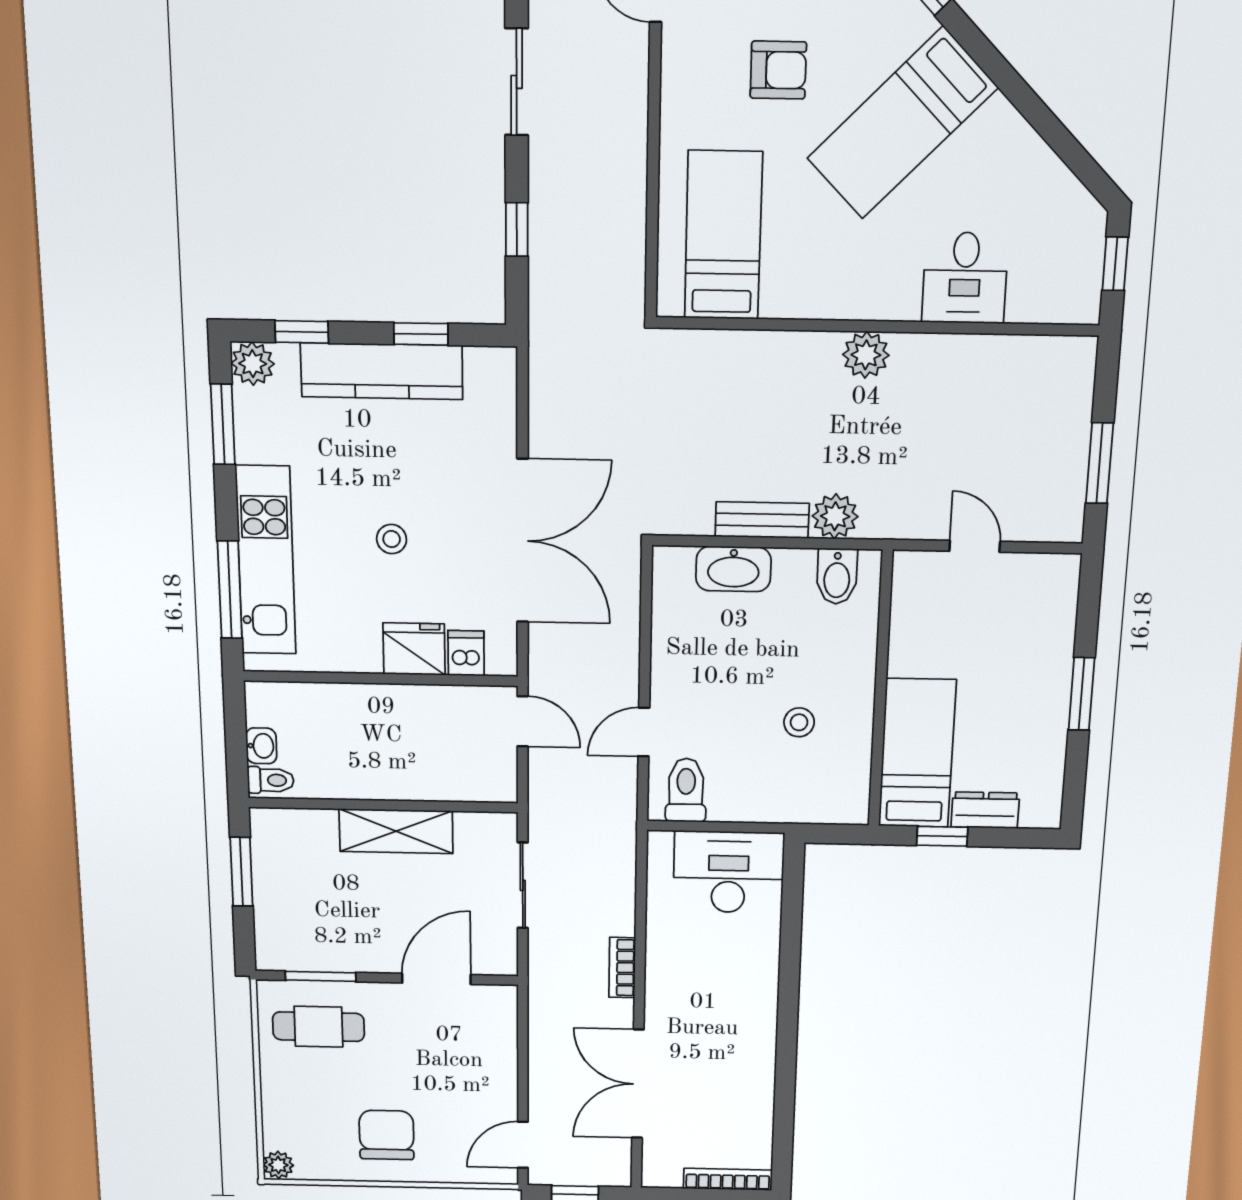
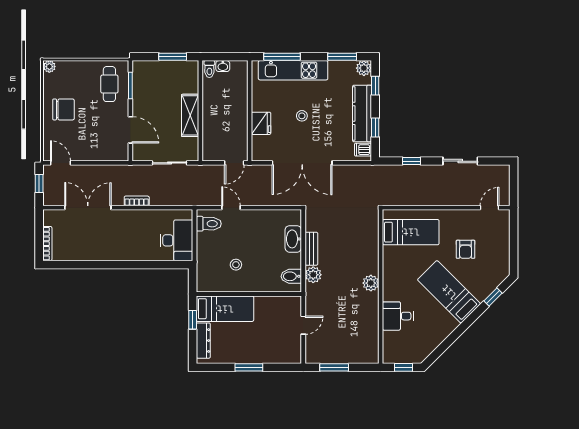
dishwasher: (466, 653) -> (363, 150), moved, turned 180
dresser: (985, 810) -> (203, 341), width x1.44

